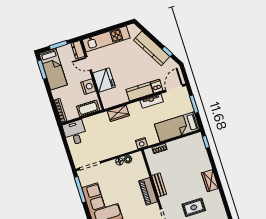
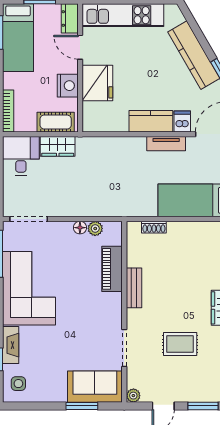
wardrobe: (118, 113) -> (58, 146), moved
nightstand: (141, 143) -> (127, 209), removed
piano: (148, 191) -> (112, 269), moved

